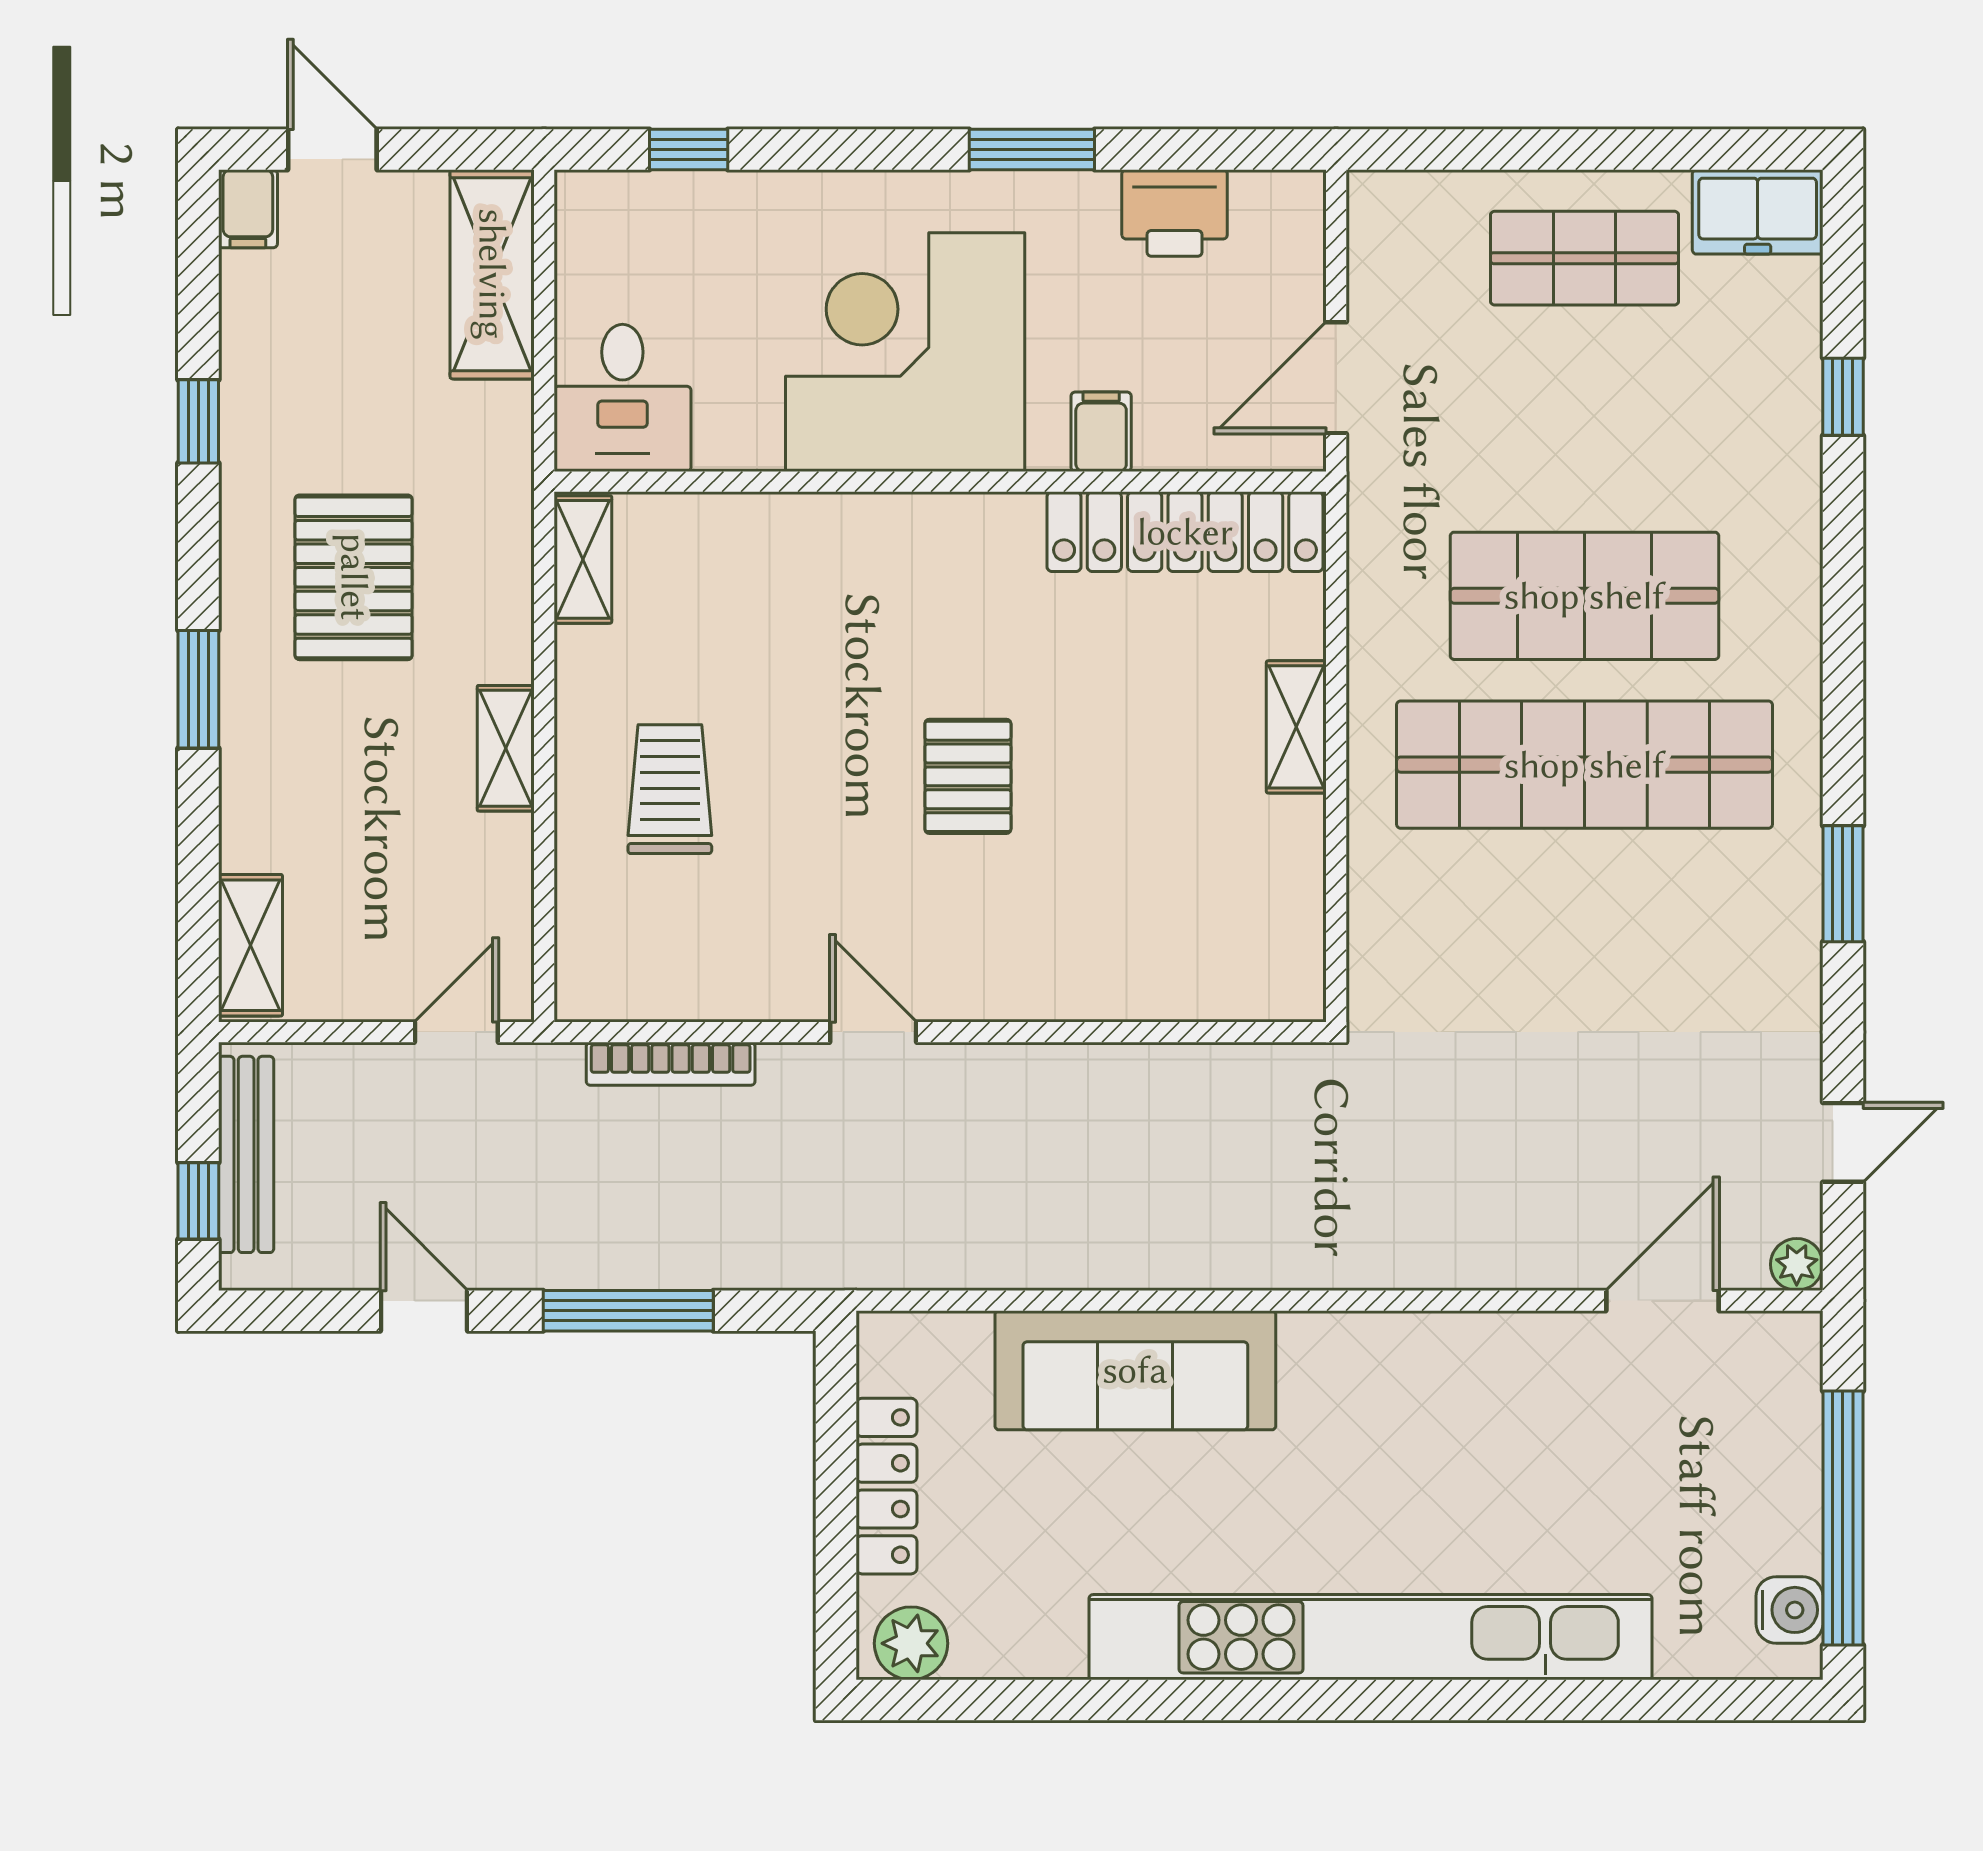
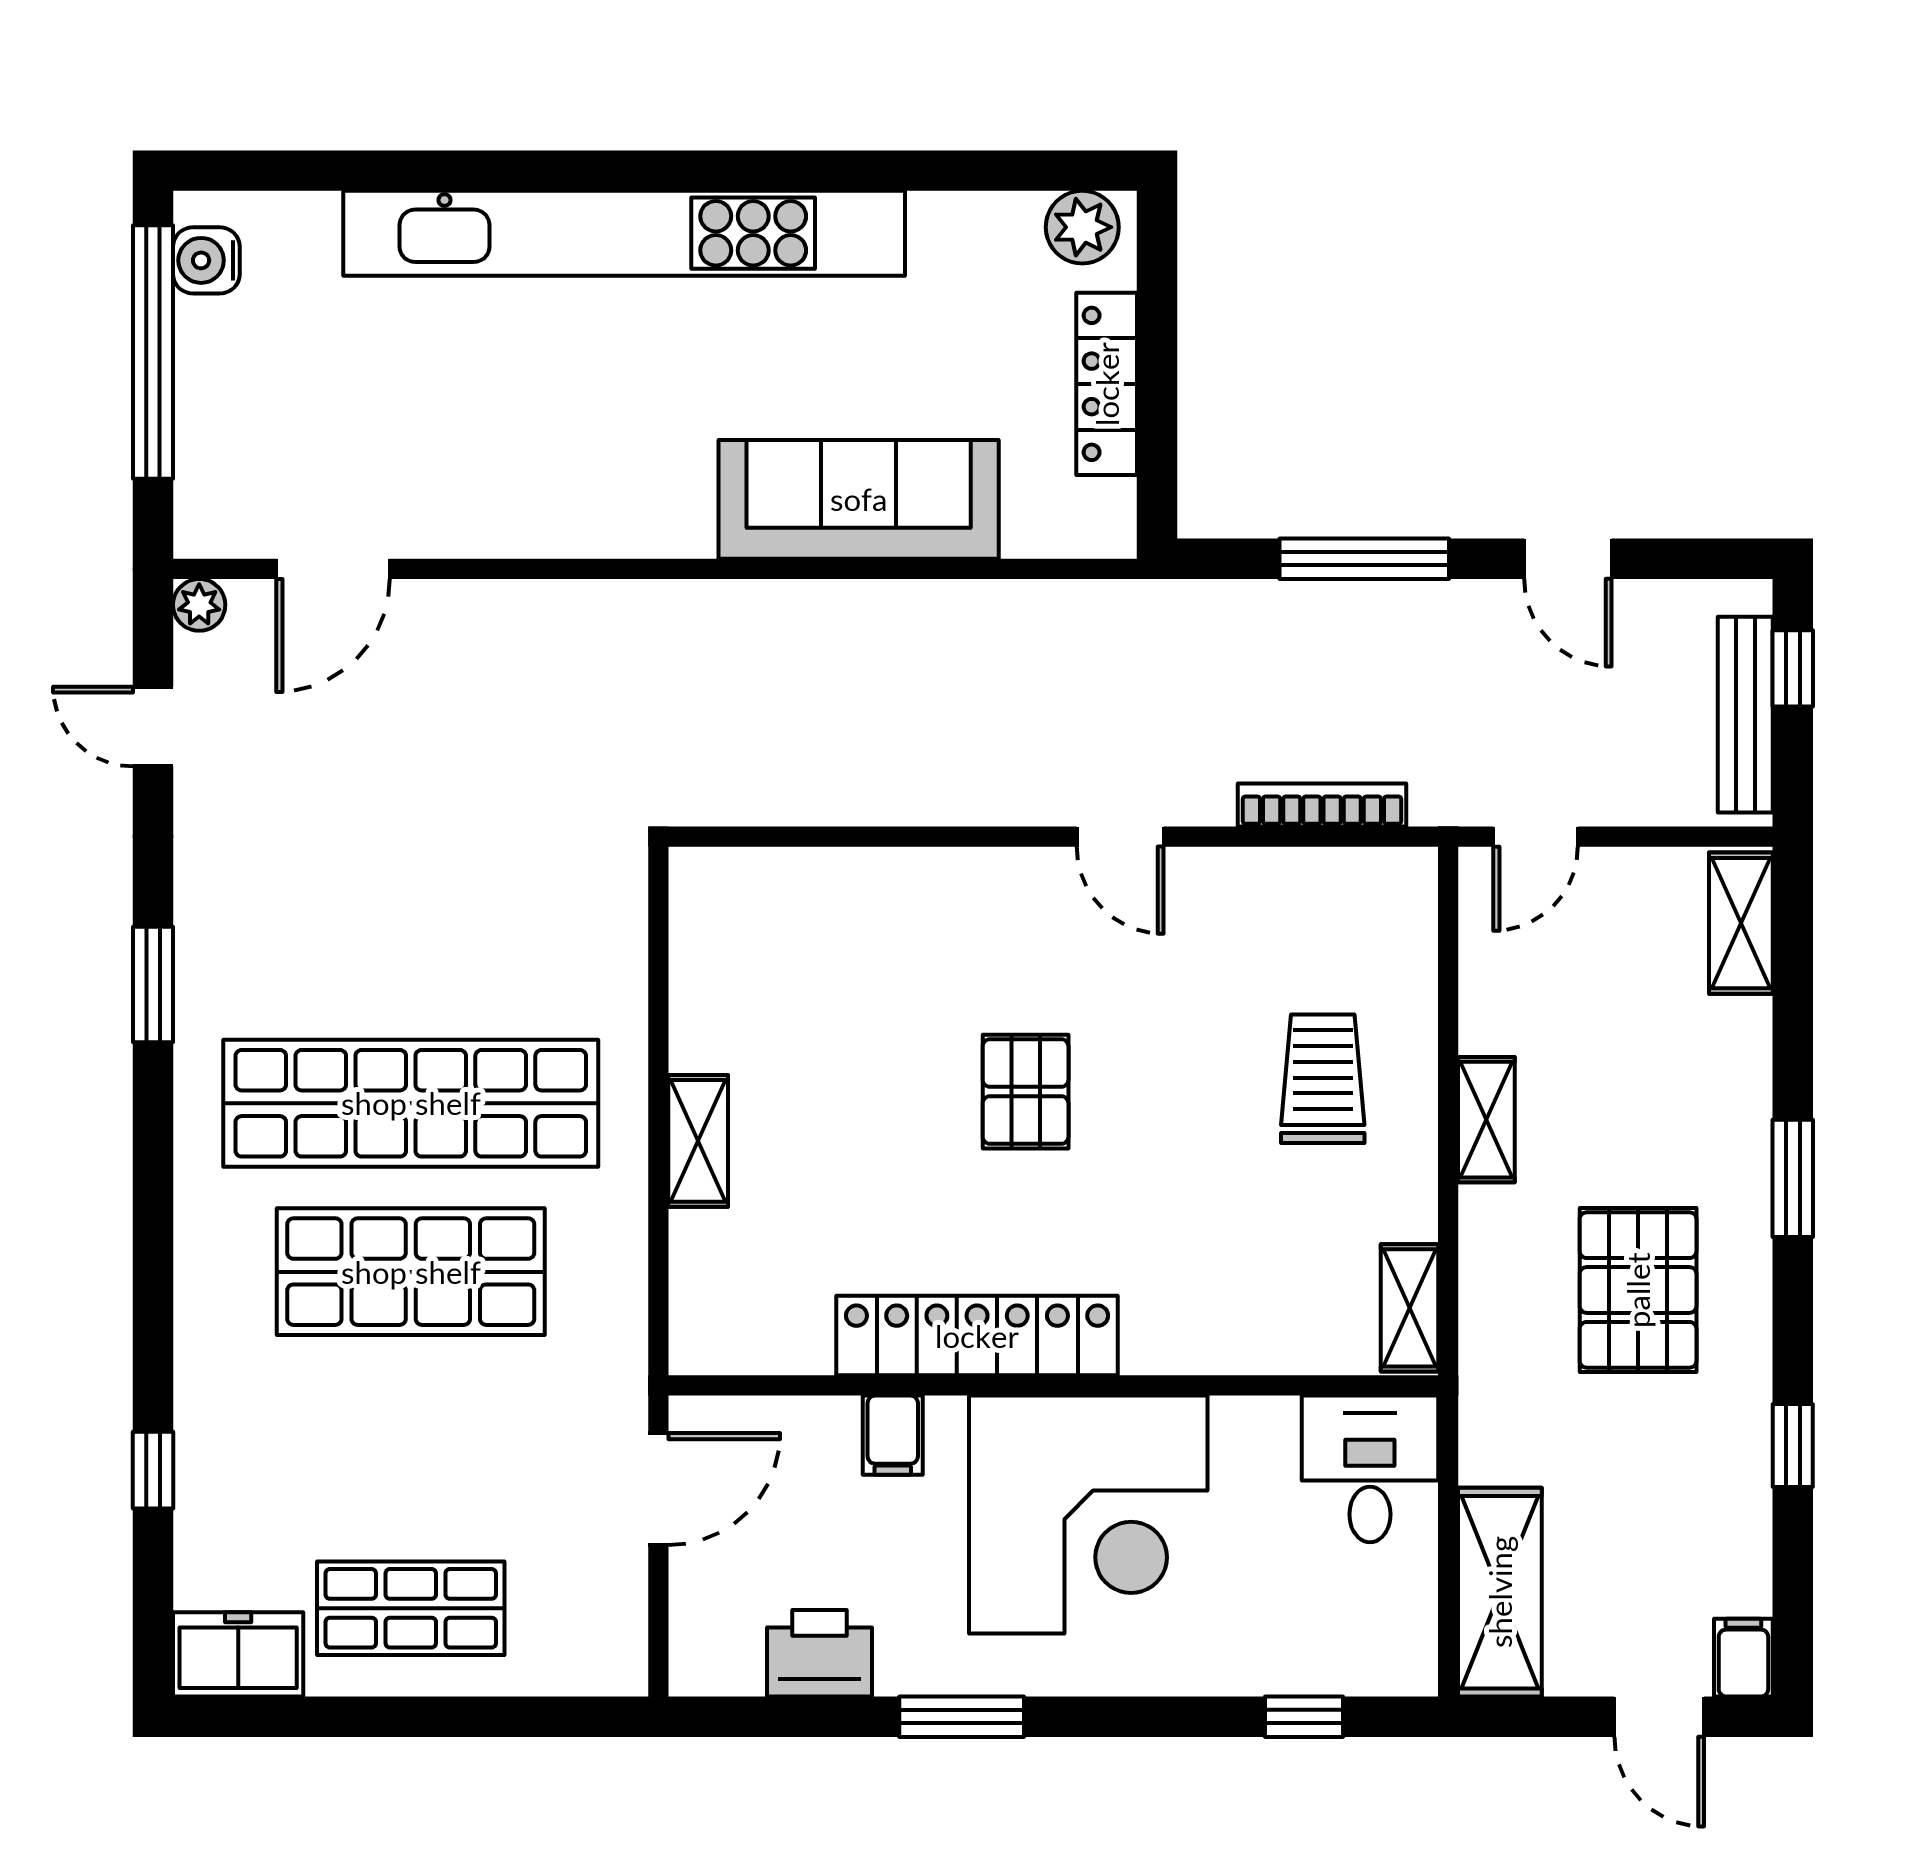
locker: (1185, 532) -> (977, 1336), moved
trolley: (670, 789) -> (1323, 1079), turned 180
door: (1843, 1142) -> (153, 727), hinge flipped

